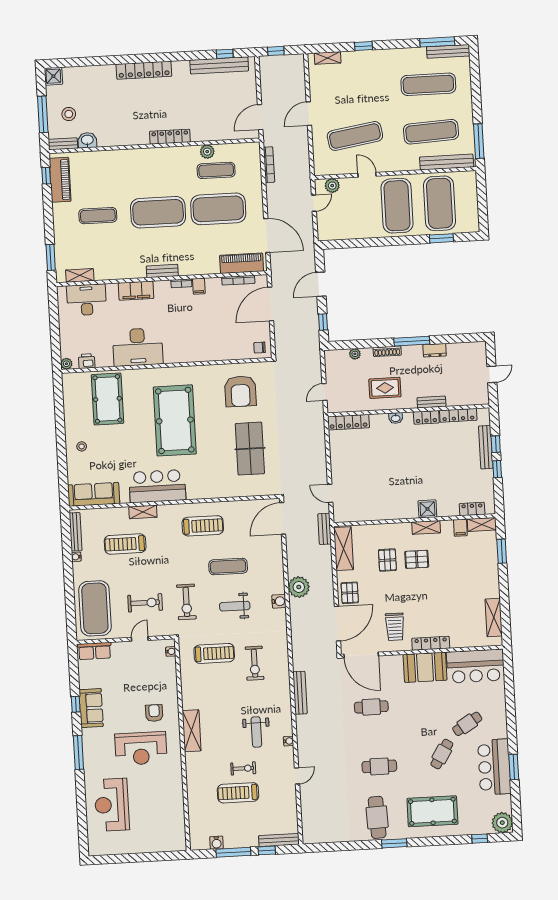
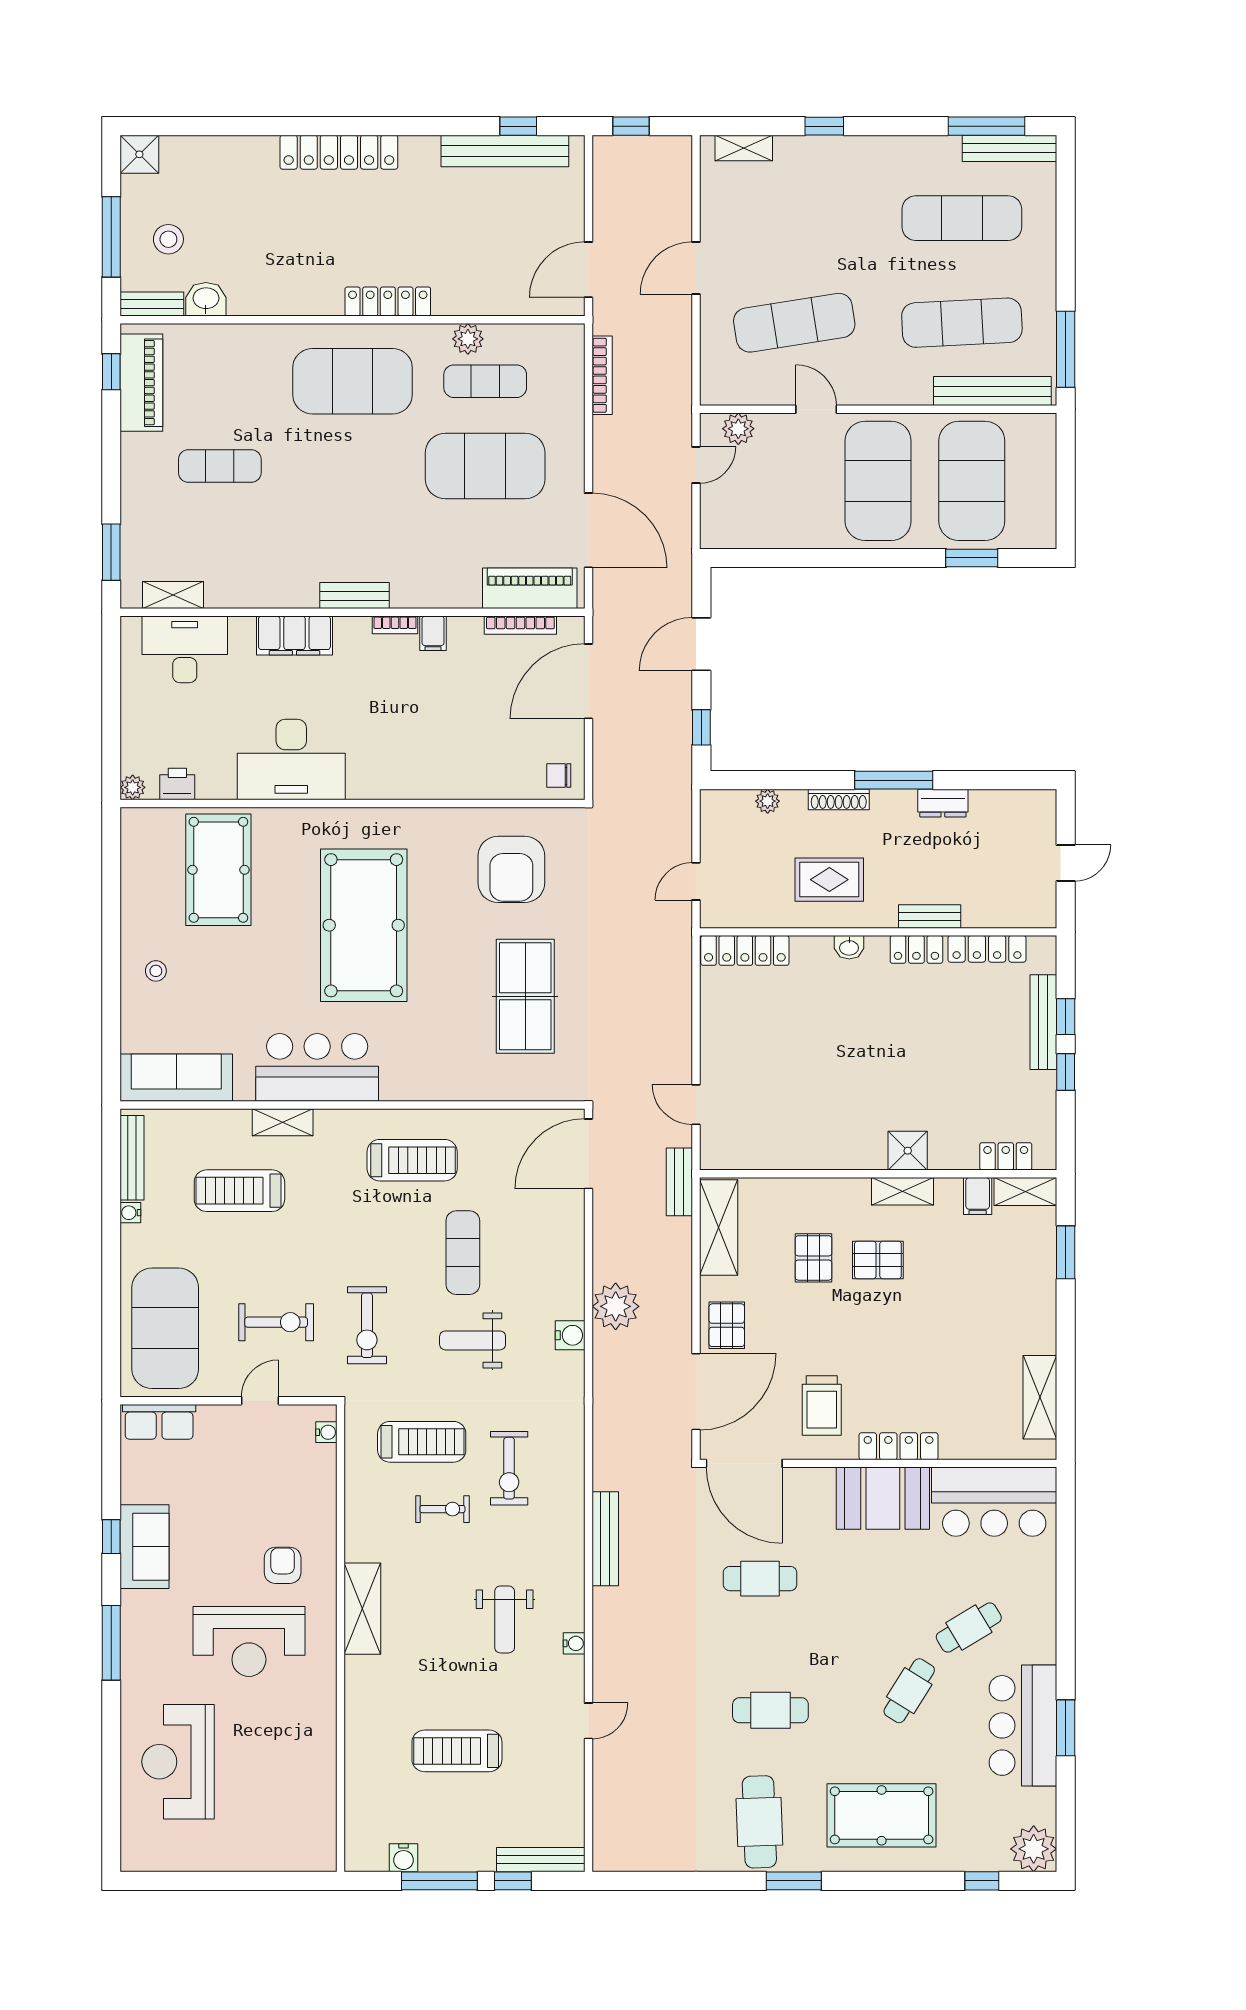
exercise mat: (158, 212) -> (353, 381), moved
exercise mat: (228, 567) -> (463, 1253), turned 90
exercise bike: (243, 768) -> (442, 1509), moved

